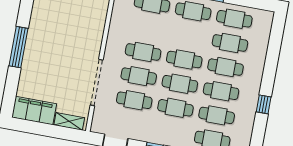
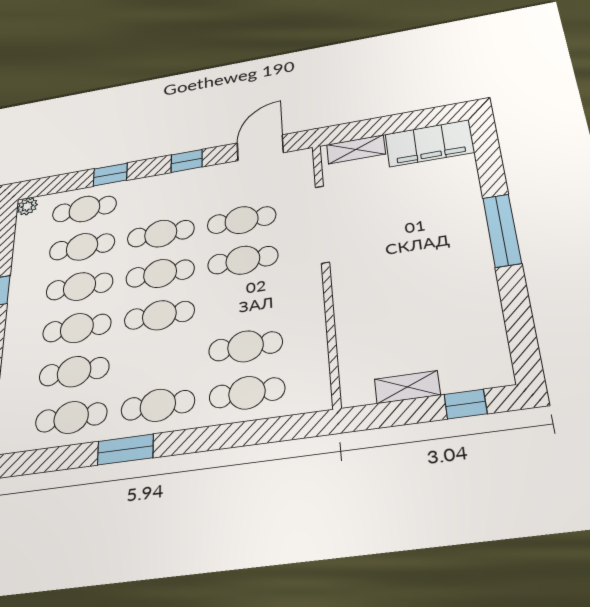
cafe table: (143, 52) -> (246, 346), moved

